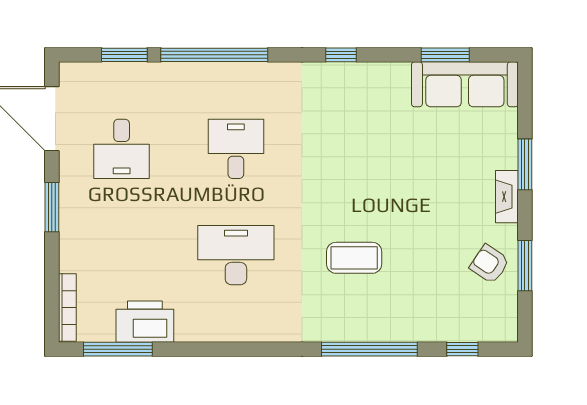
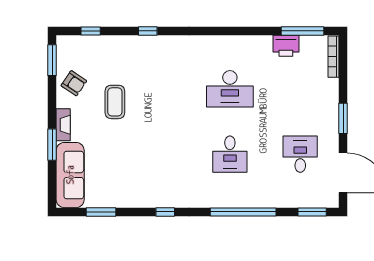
window: (124, 55) -> (312, 212), moved
sofa: (465, 84) -> (70, 175), moved, turned 90
coffee table: (354, 258) -> (115, 102), moved, turned 90
window: (525, 266) -> (52, 60), moved
printer: (145, 322) -> (286, 46), width x0.73, depth x0.84
window: (369, 349) -> (148, 31), width x0.32

